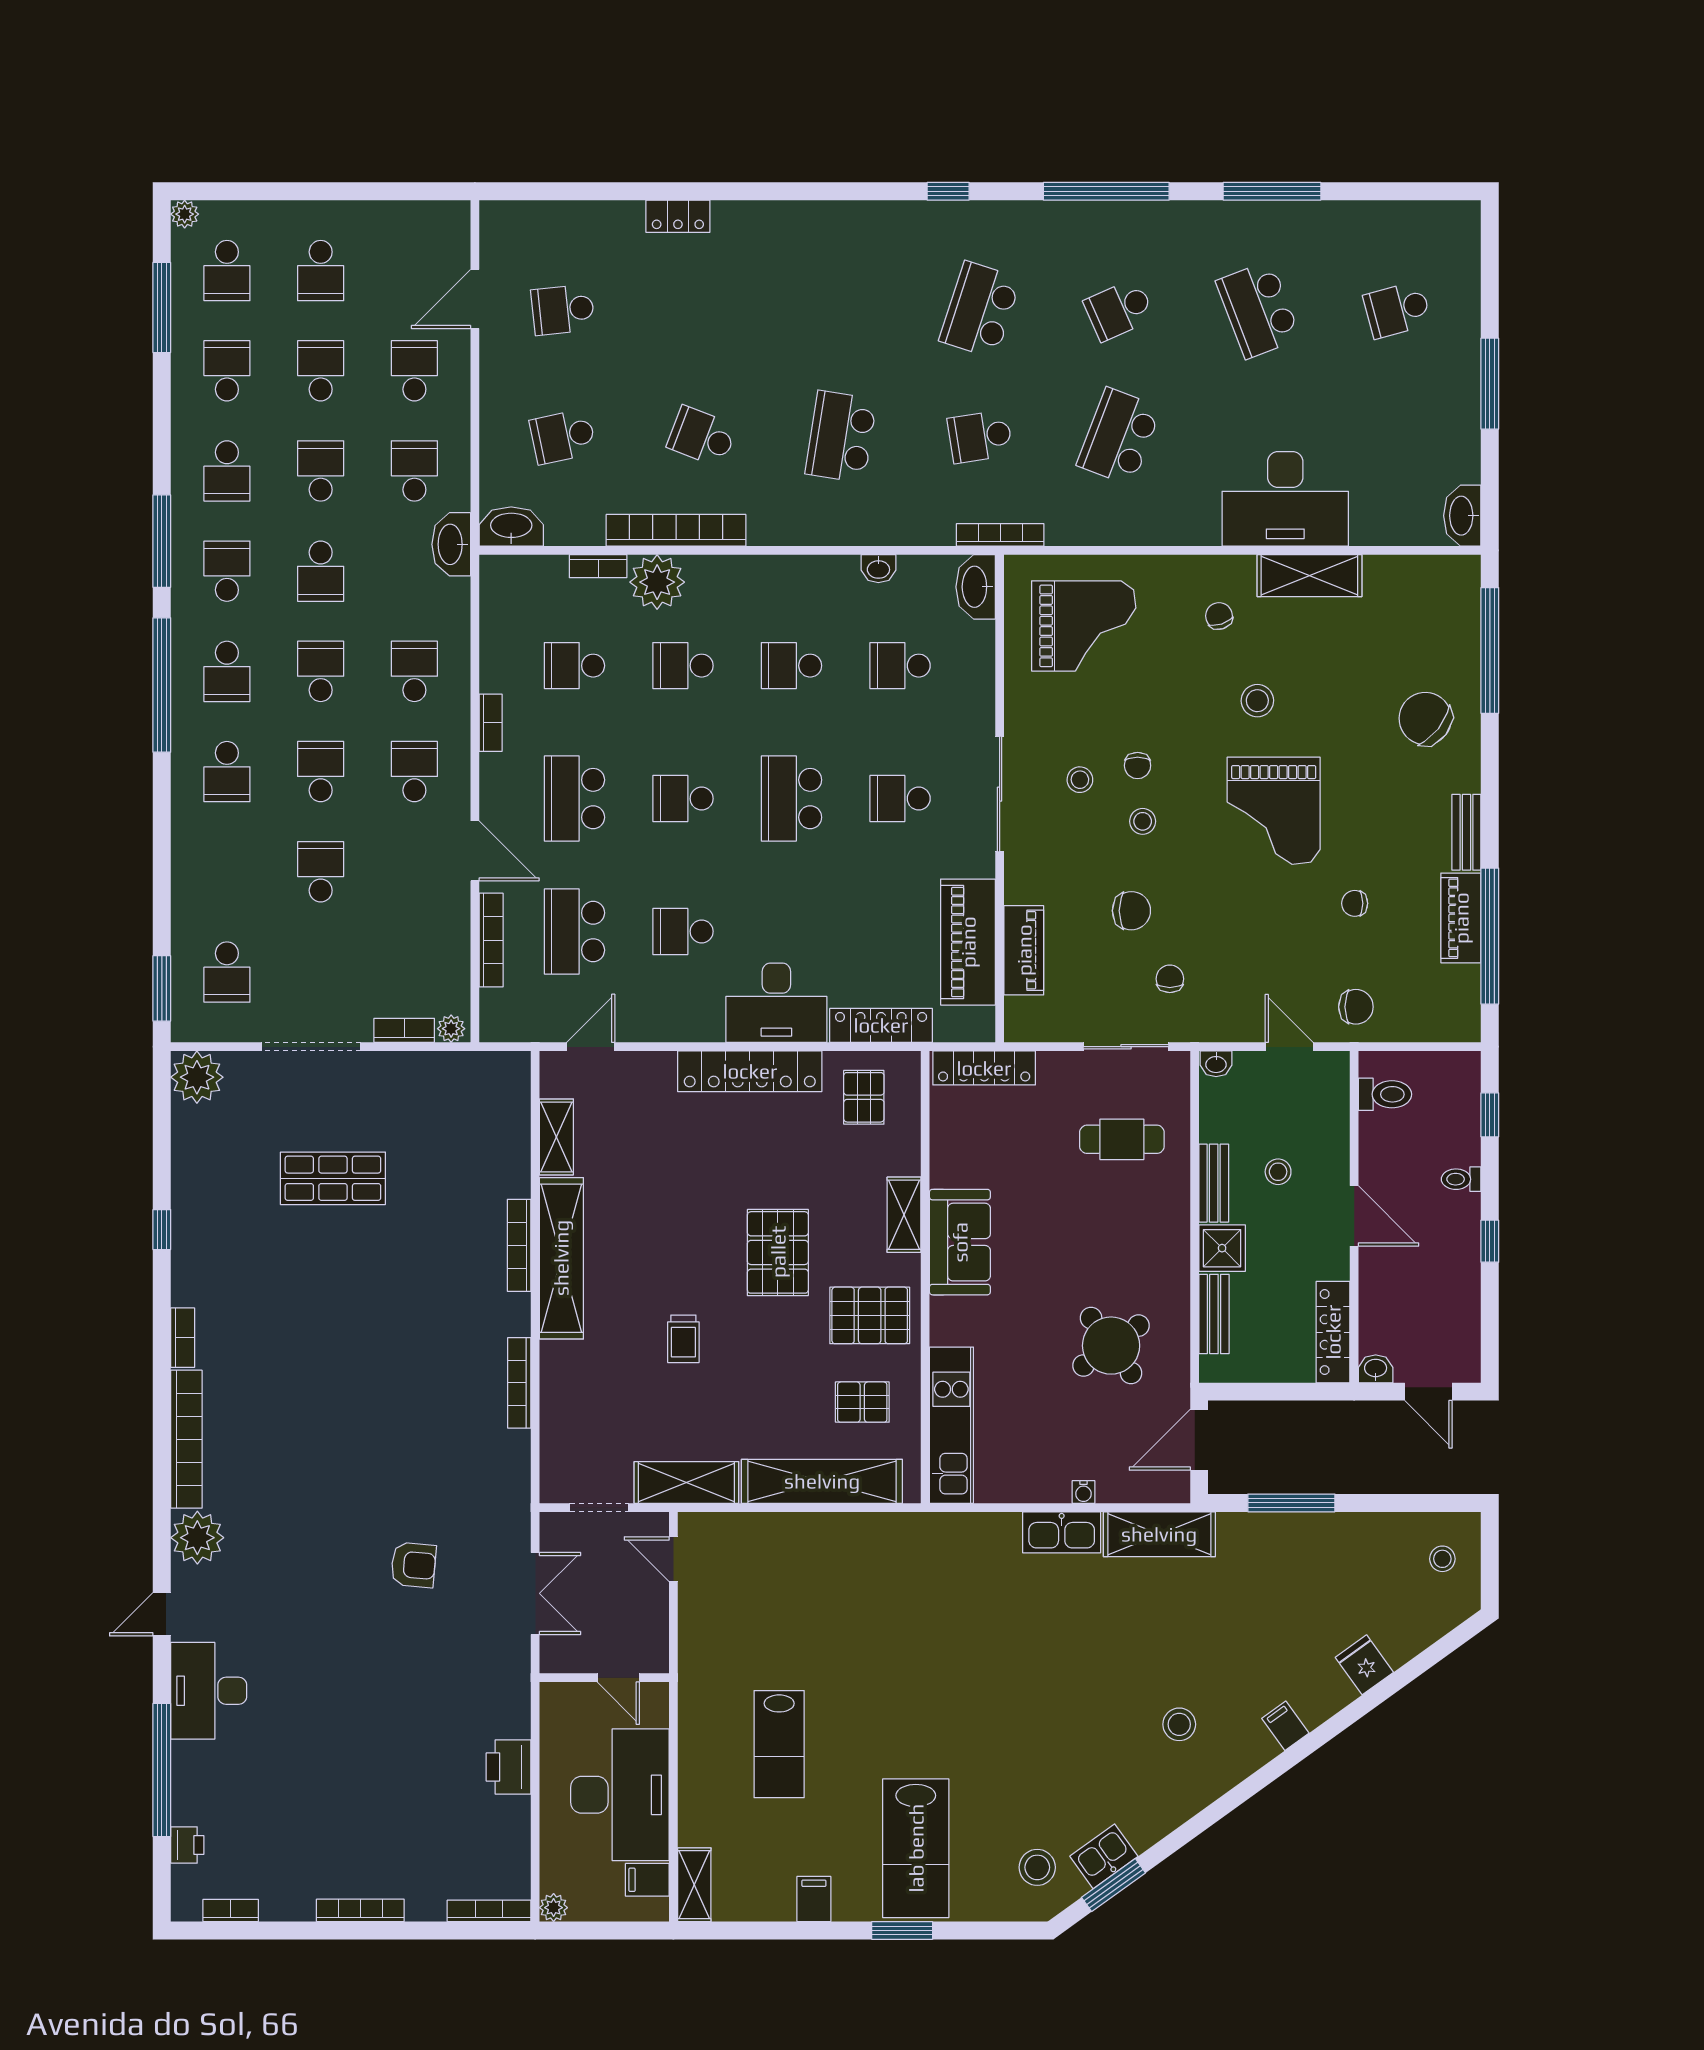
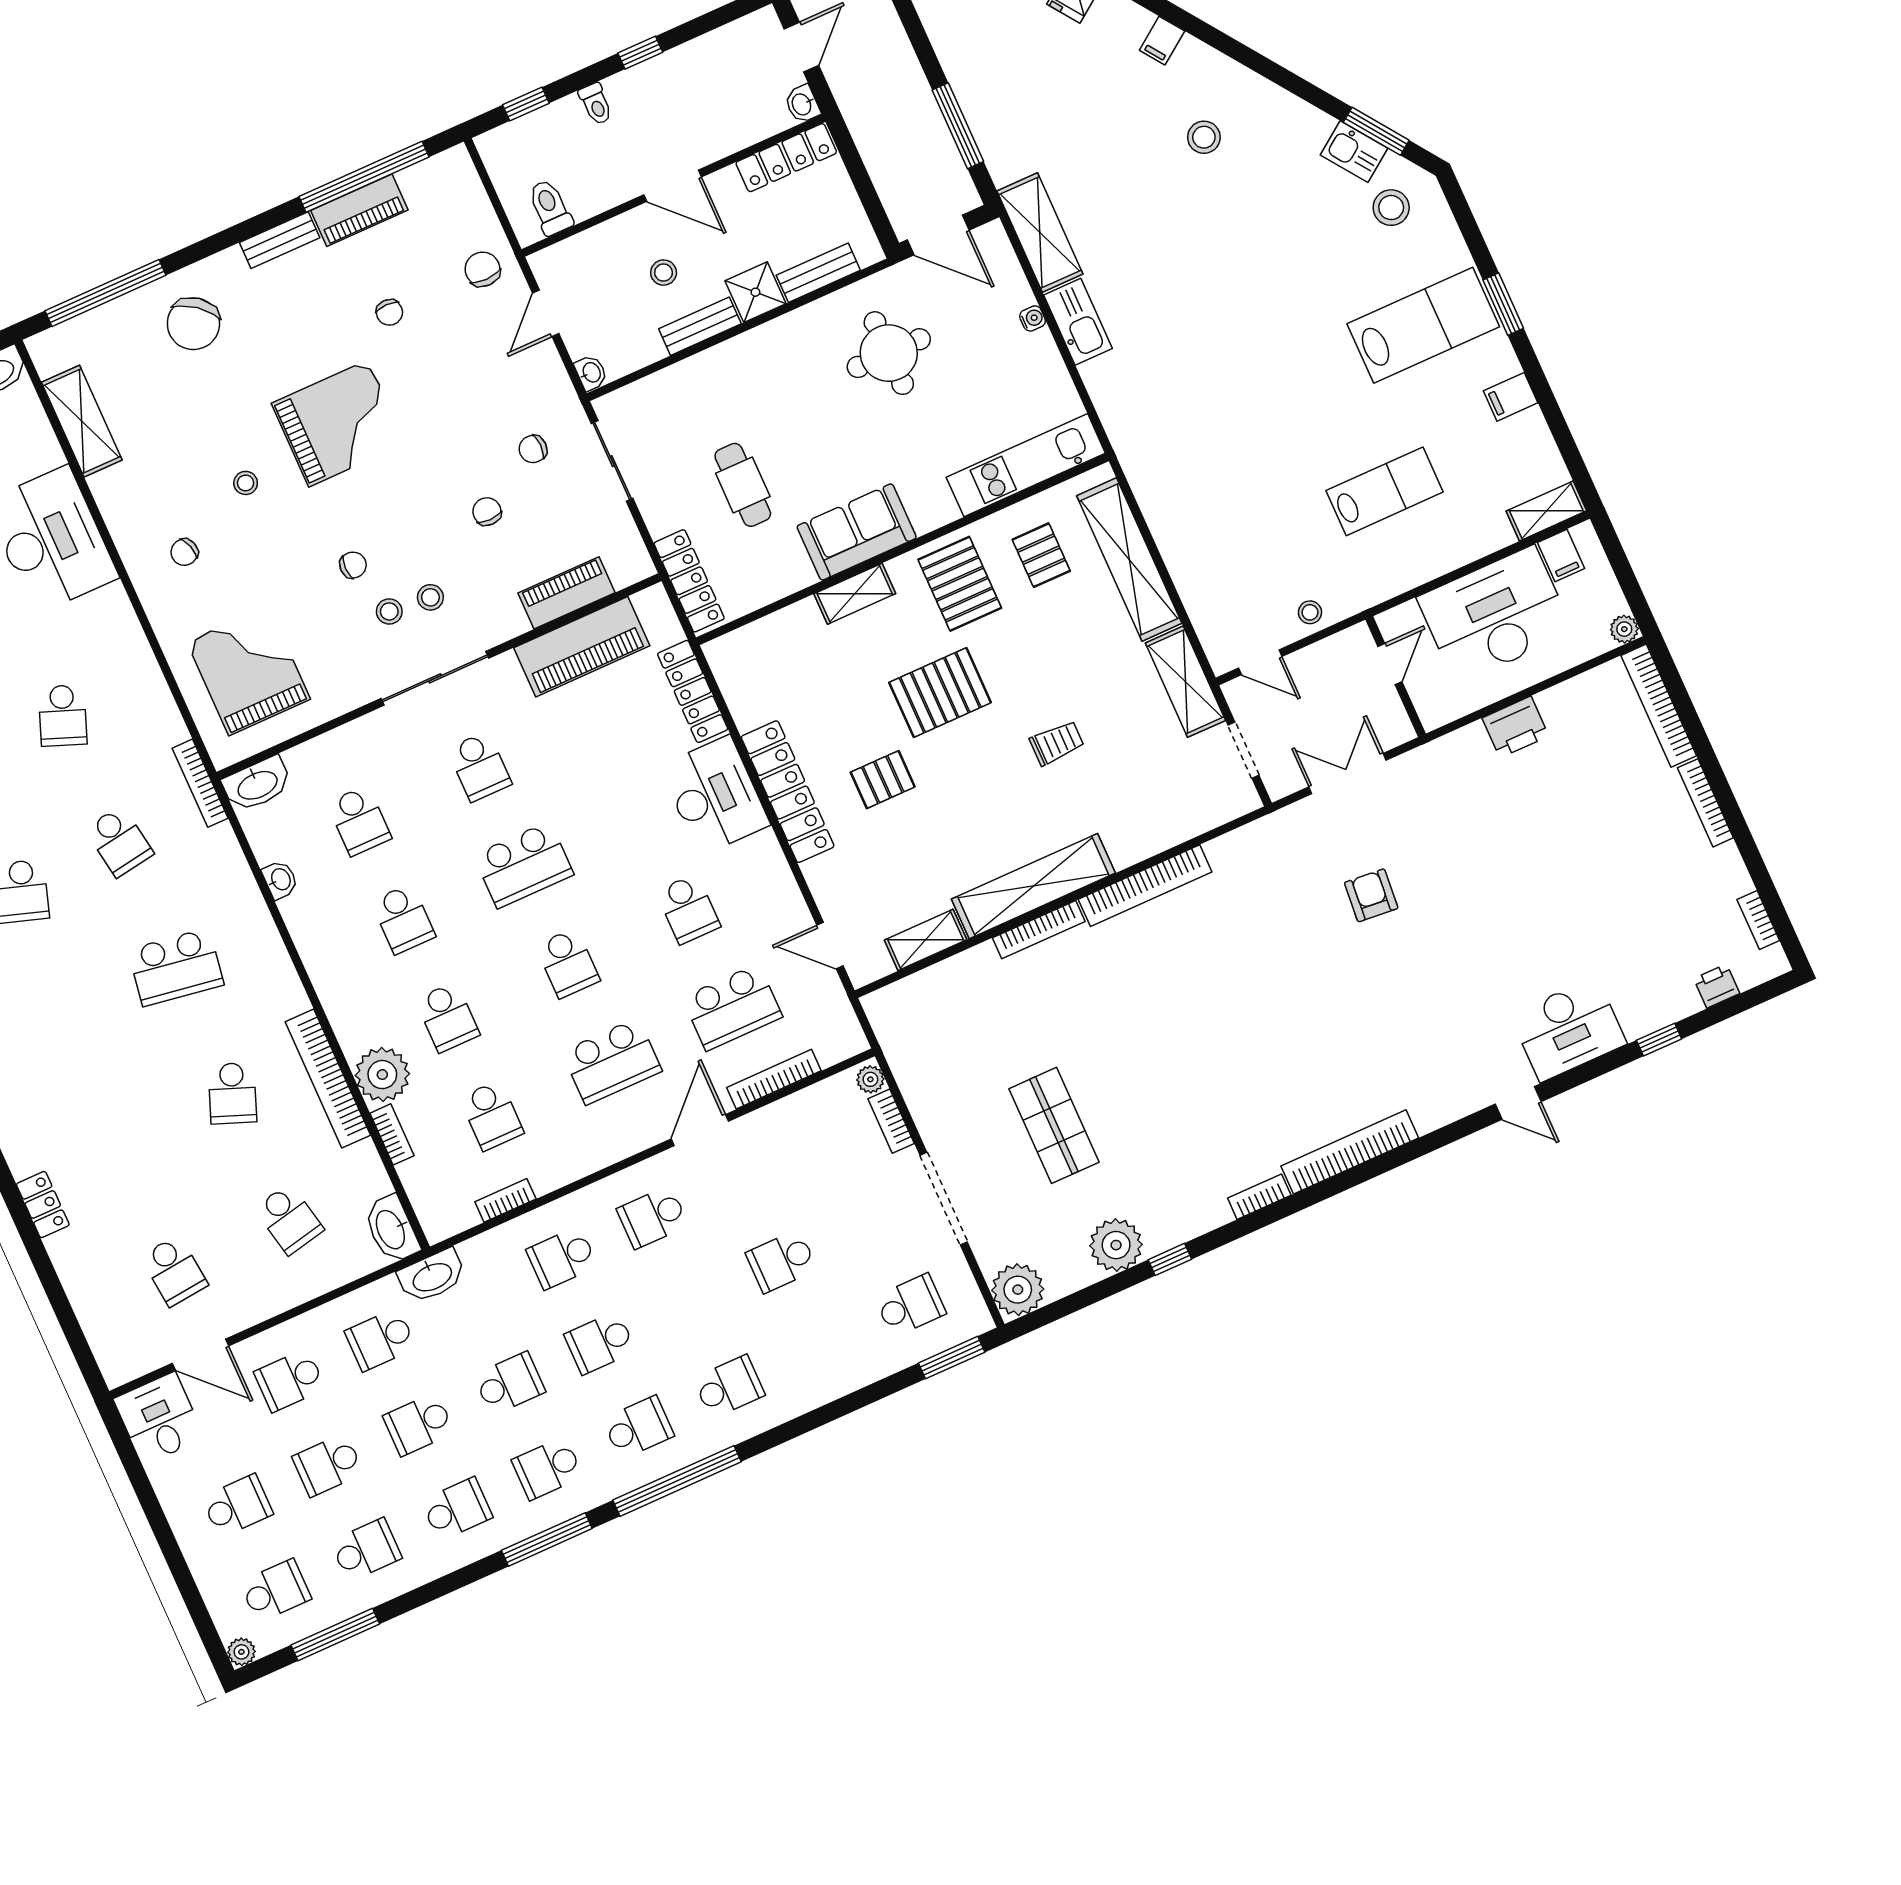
desk: (433, 235) -> (159, 1418), added
school desk: (227, 371) -> (366, 1550), turned 180
school desk: (1119, 437) -> (63, 716), width x0.54
shelving: (1309, 576) -> (82, 421), moved
stool: (1257, 701) -> (246, 483), width x0.73, depth x0.73
bookcase: (491, 723) -> (505, 1200), moved
school desk: (321, 772) -> (691, 1302), removed
stool: (1143, 821) -> (430, 597), moved
chair: (1131, 911) -> (487, 512), width x0.73, depth x0.73
pallet: (864, 1097) -> (883, 780), moved
cafe table: (1122, 1139) -> (743, 485), moved
door: (1354, 1216) -> (673, 186), swing flipped
round table: (1111, 1346) -> (889, 353), turned 36
bookcase: (519, 1383) -> (1145, 886), width x1.48, depth x1.31
plant: (197, 1538) -> (1116, 1245), moved
door: (673, 1559) -> (1260, 662), hinge flipped
stool: (699, 1626) -> (1310, 612), added
window: (162, 1770) -> (1659, 1040), width x0.32
bookcase: (489, 1911) -> (1659, 706), width x1.48, depth x1.31

